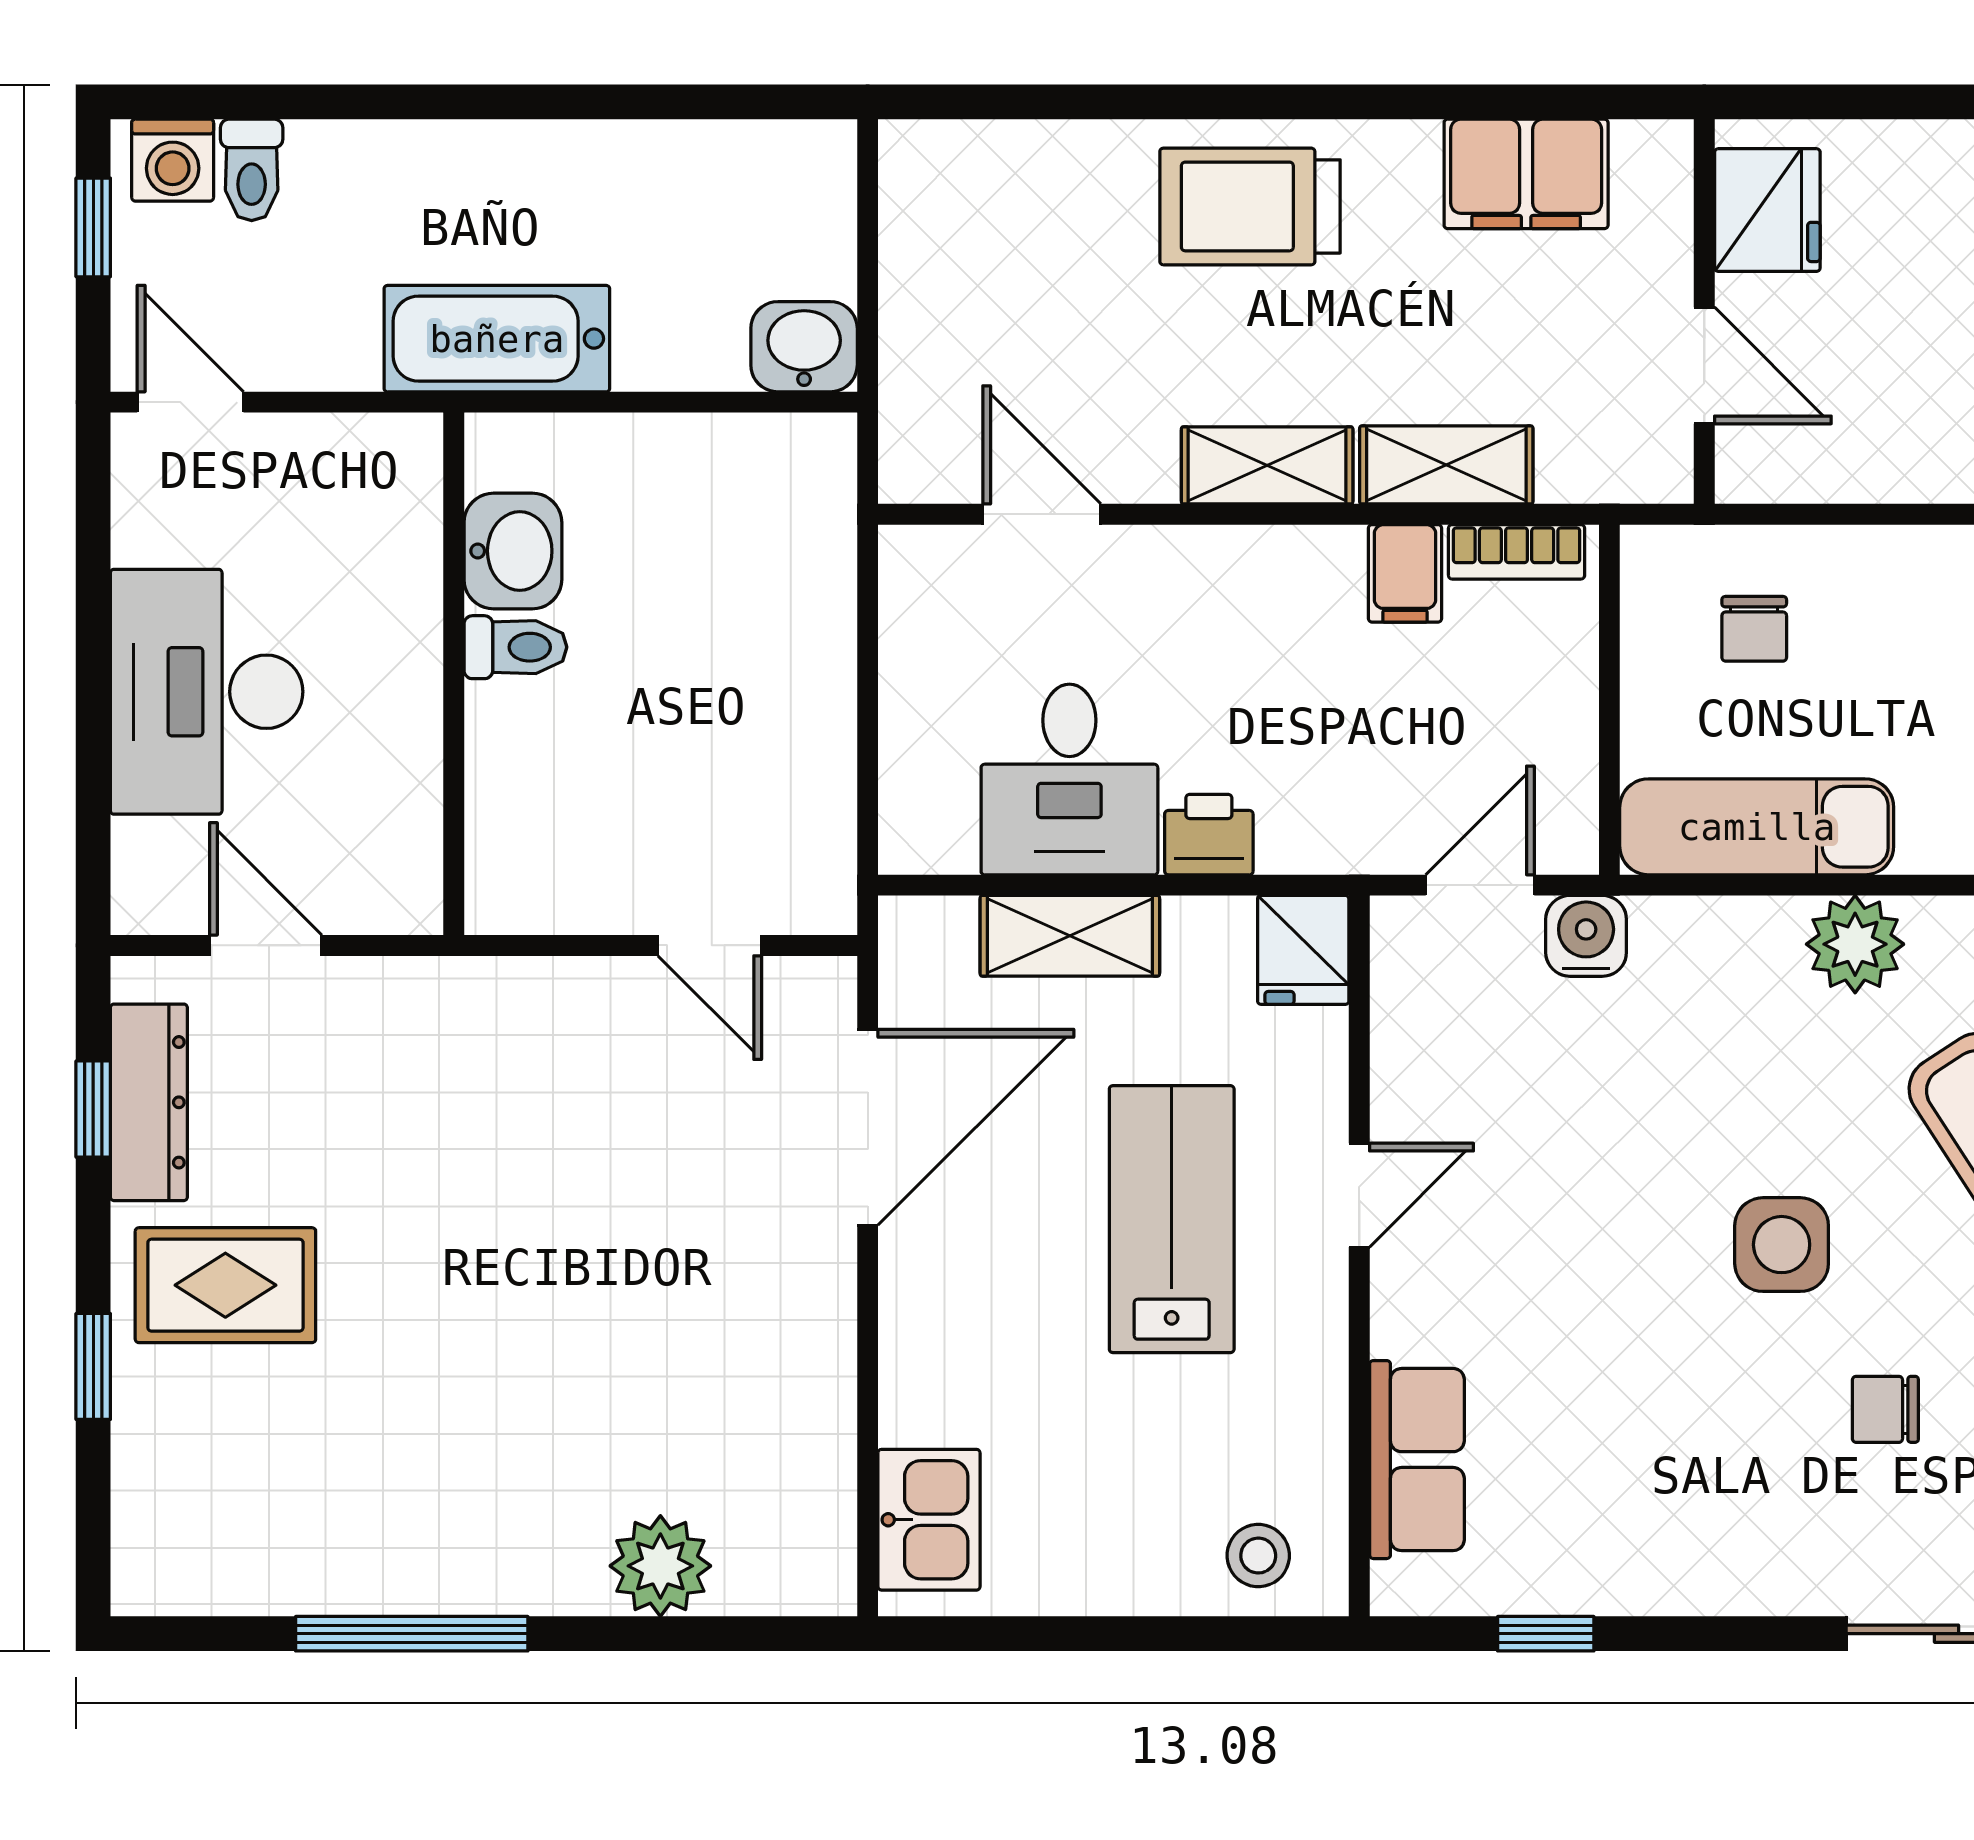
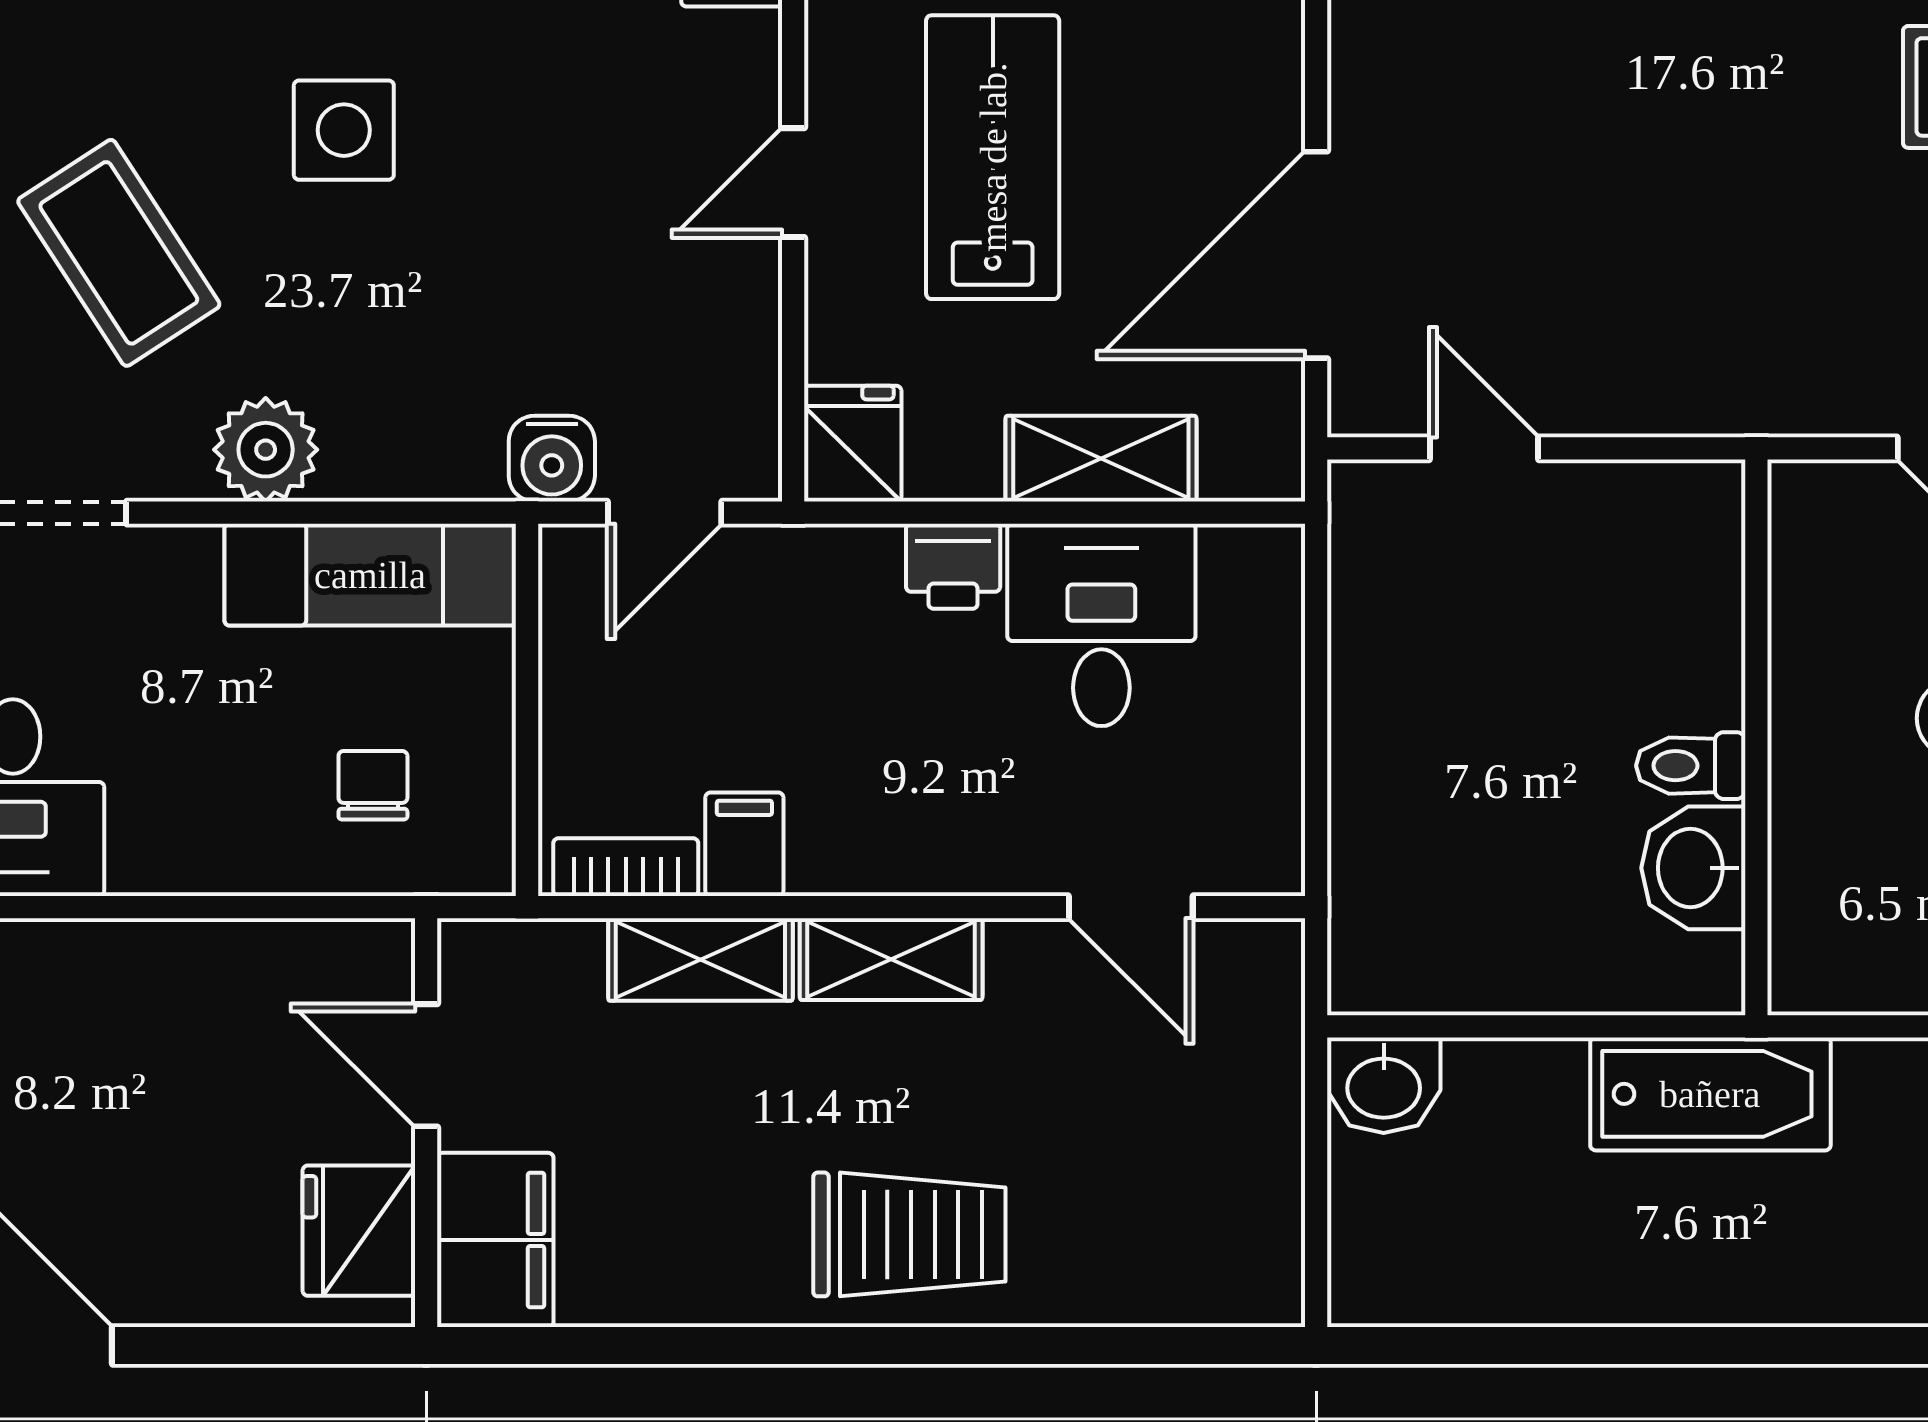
filing cabinet: (1526, 174) -> (495, 1240), moved, turned 90
lab bench: (1172, 1219) -> (993, 157), turned 180

